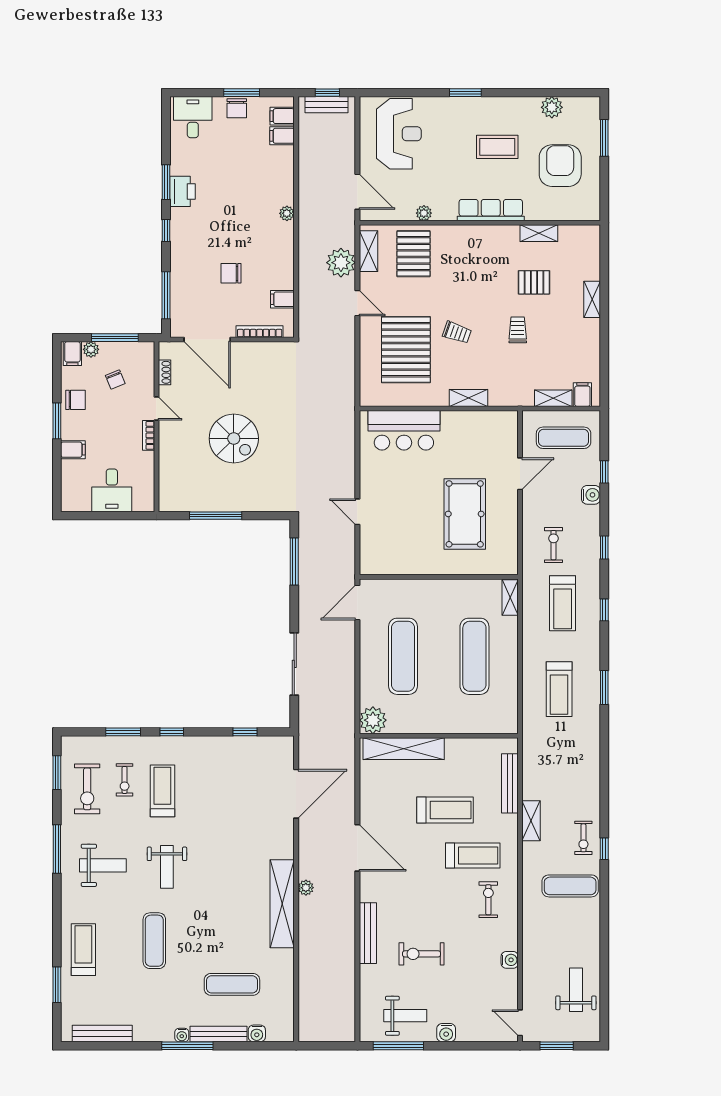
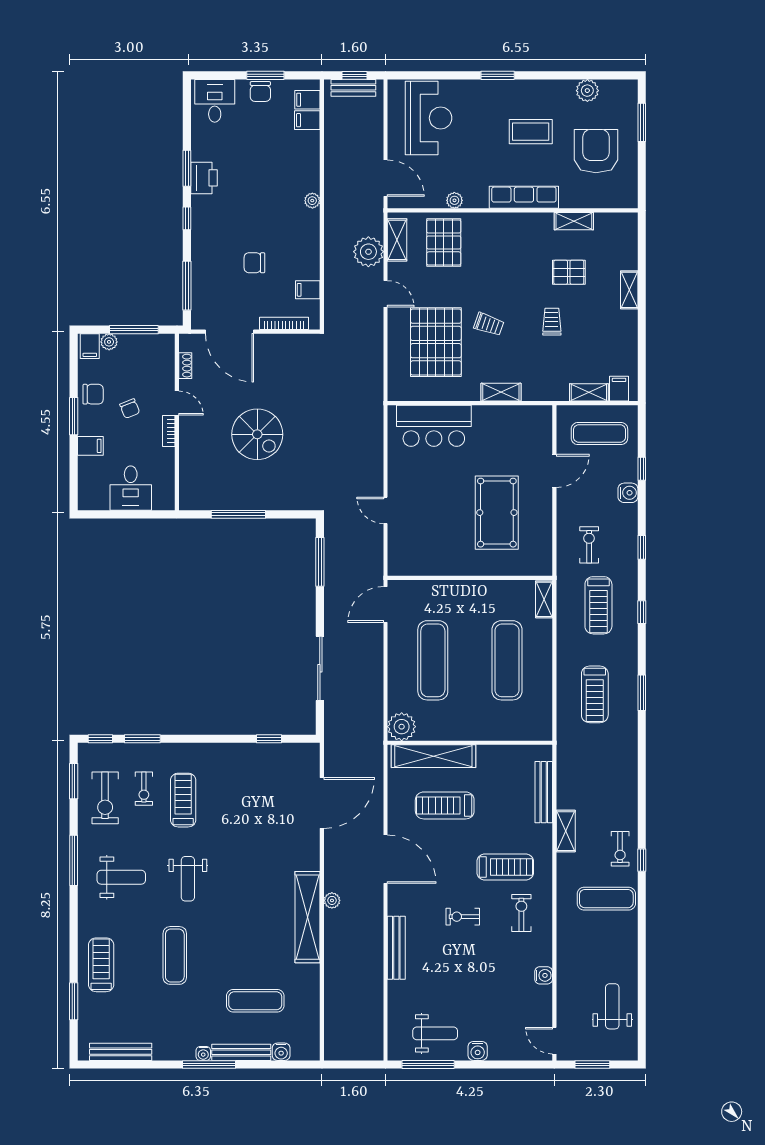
chair: (115, 380) -> (130, 409), moved
window: (172, 732) -> (100, 739), moved
treadmill: (445, 810) -> (445, 805), moved, turned 180
exercise bike: (422, 954) -> (463, 917), moved, width x0.73, depth x0.72

